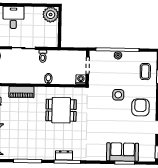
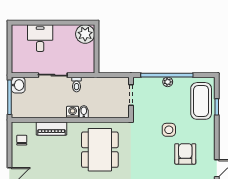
coffee table: (145, 72) -> (201, 101), width x1.86, depth x1.72
washing machine: (81, 80) -> (73, 112), moved
armchair: (140, 107) -> (185, 154), moved
dining table: (61, 110) -> (100, 150), width x1.38

